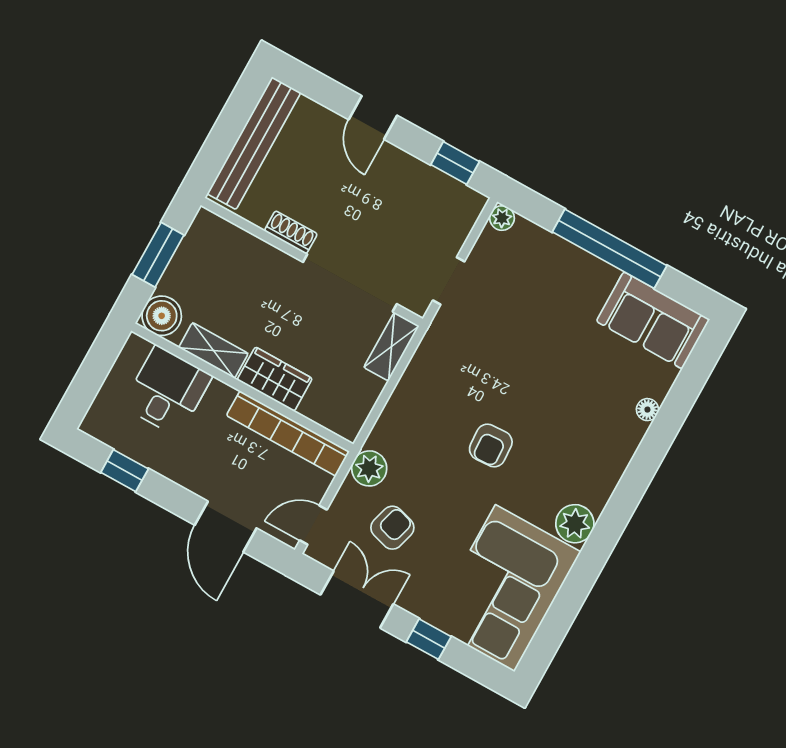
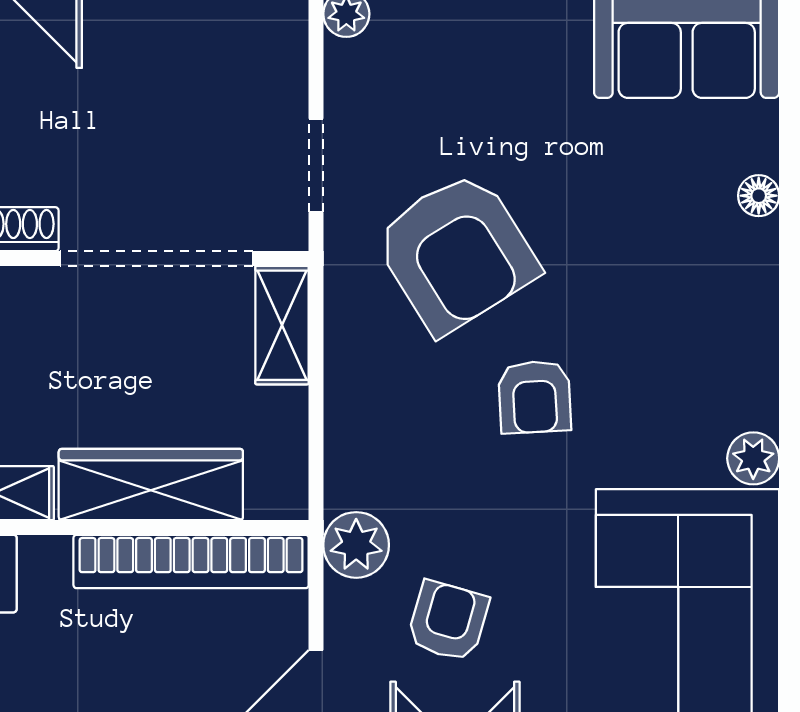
armchair: (492, 358) -> (456, 252), added
wardrobe: (275, 379) -> (151, 484), width x1.50
plant: (575, 524) -> (753, 458), width x0.73, depth x0.73

